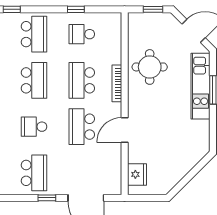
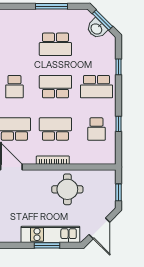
school desk: (82, 34) -> (96, 129), turned 180
school desk: (34, 80) -> (55, 87), turned 180
school desk: (34, 127) -> (14, 87), turned 180

